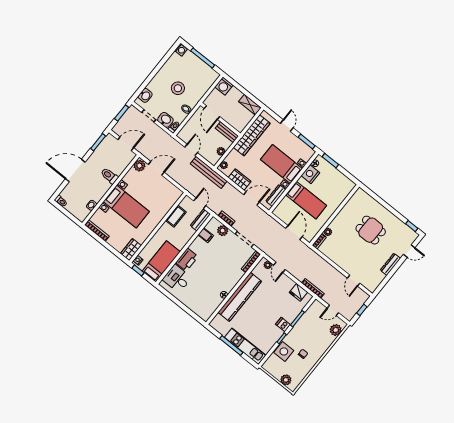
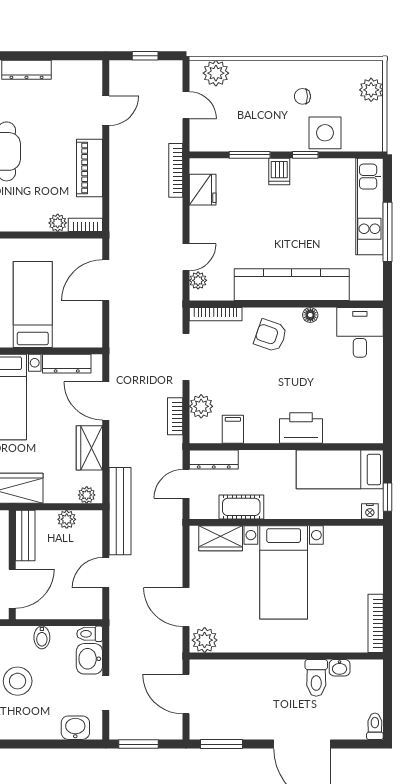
toilet: (109, 176) -> (316, 678), moved
bed with nightstands: (126, 207) -> (284, 572), moved, turned 180
wardrobe: (131, 250) -> (221, 538), moved
piano: (338, 259) -> (89, 168), added
armchair: (228, 275) -> (270, 335), added
desk: (177, 279) -> (360, 332), moved, turned 180

